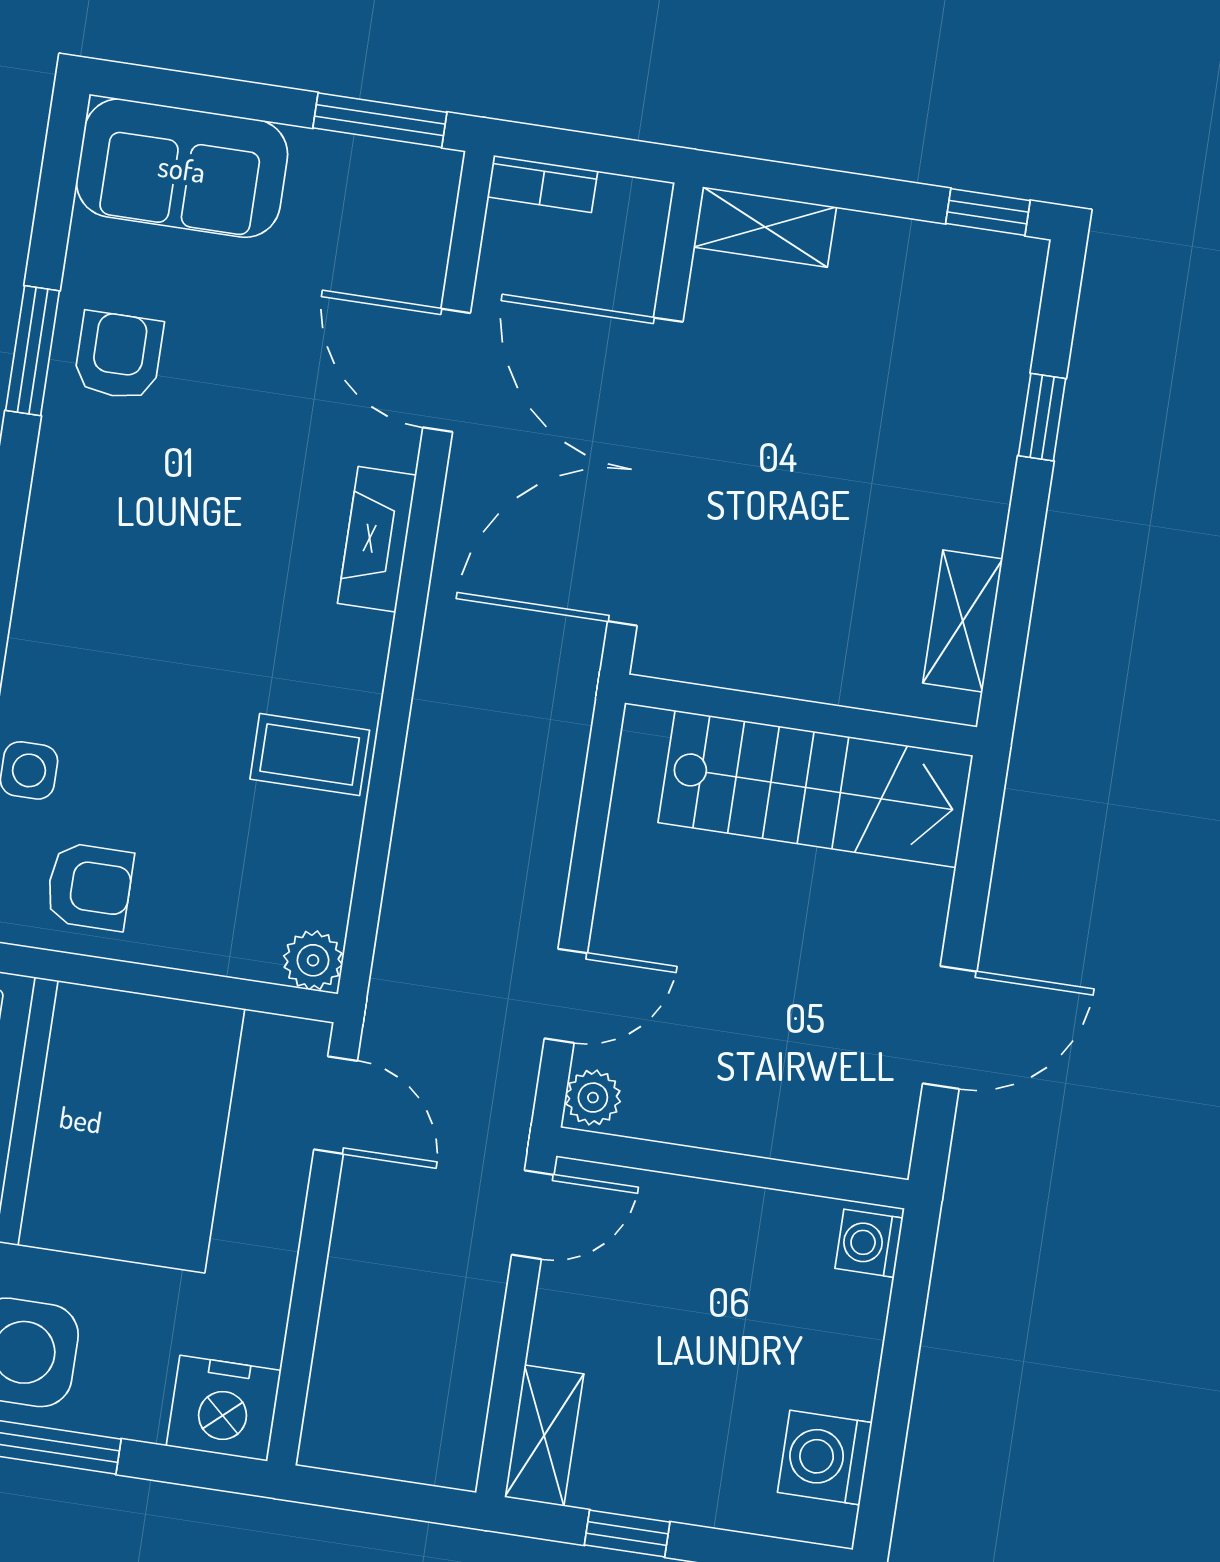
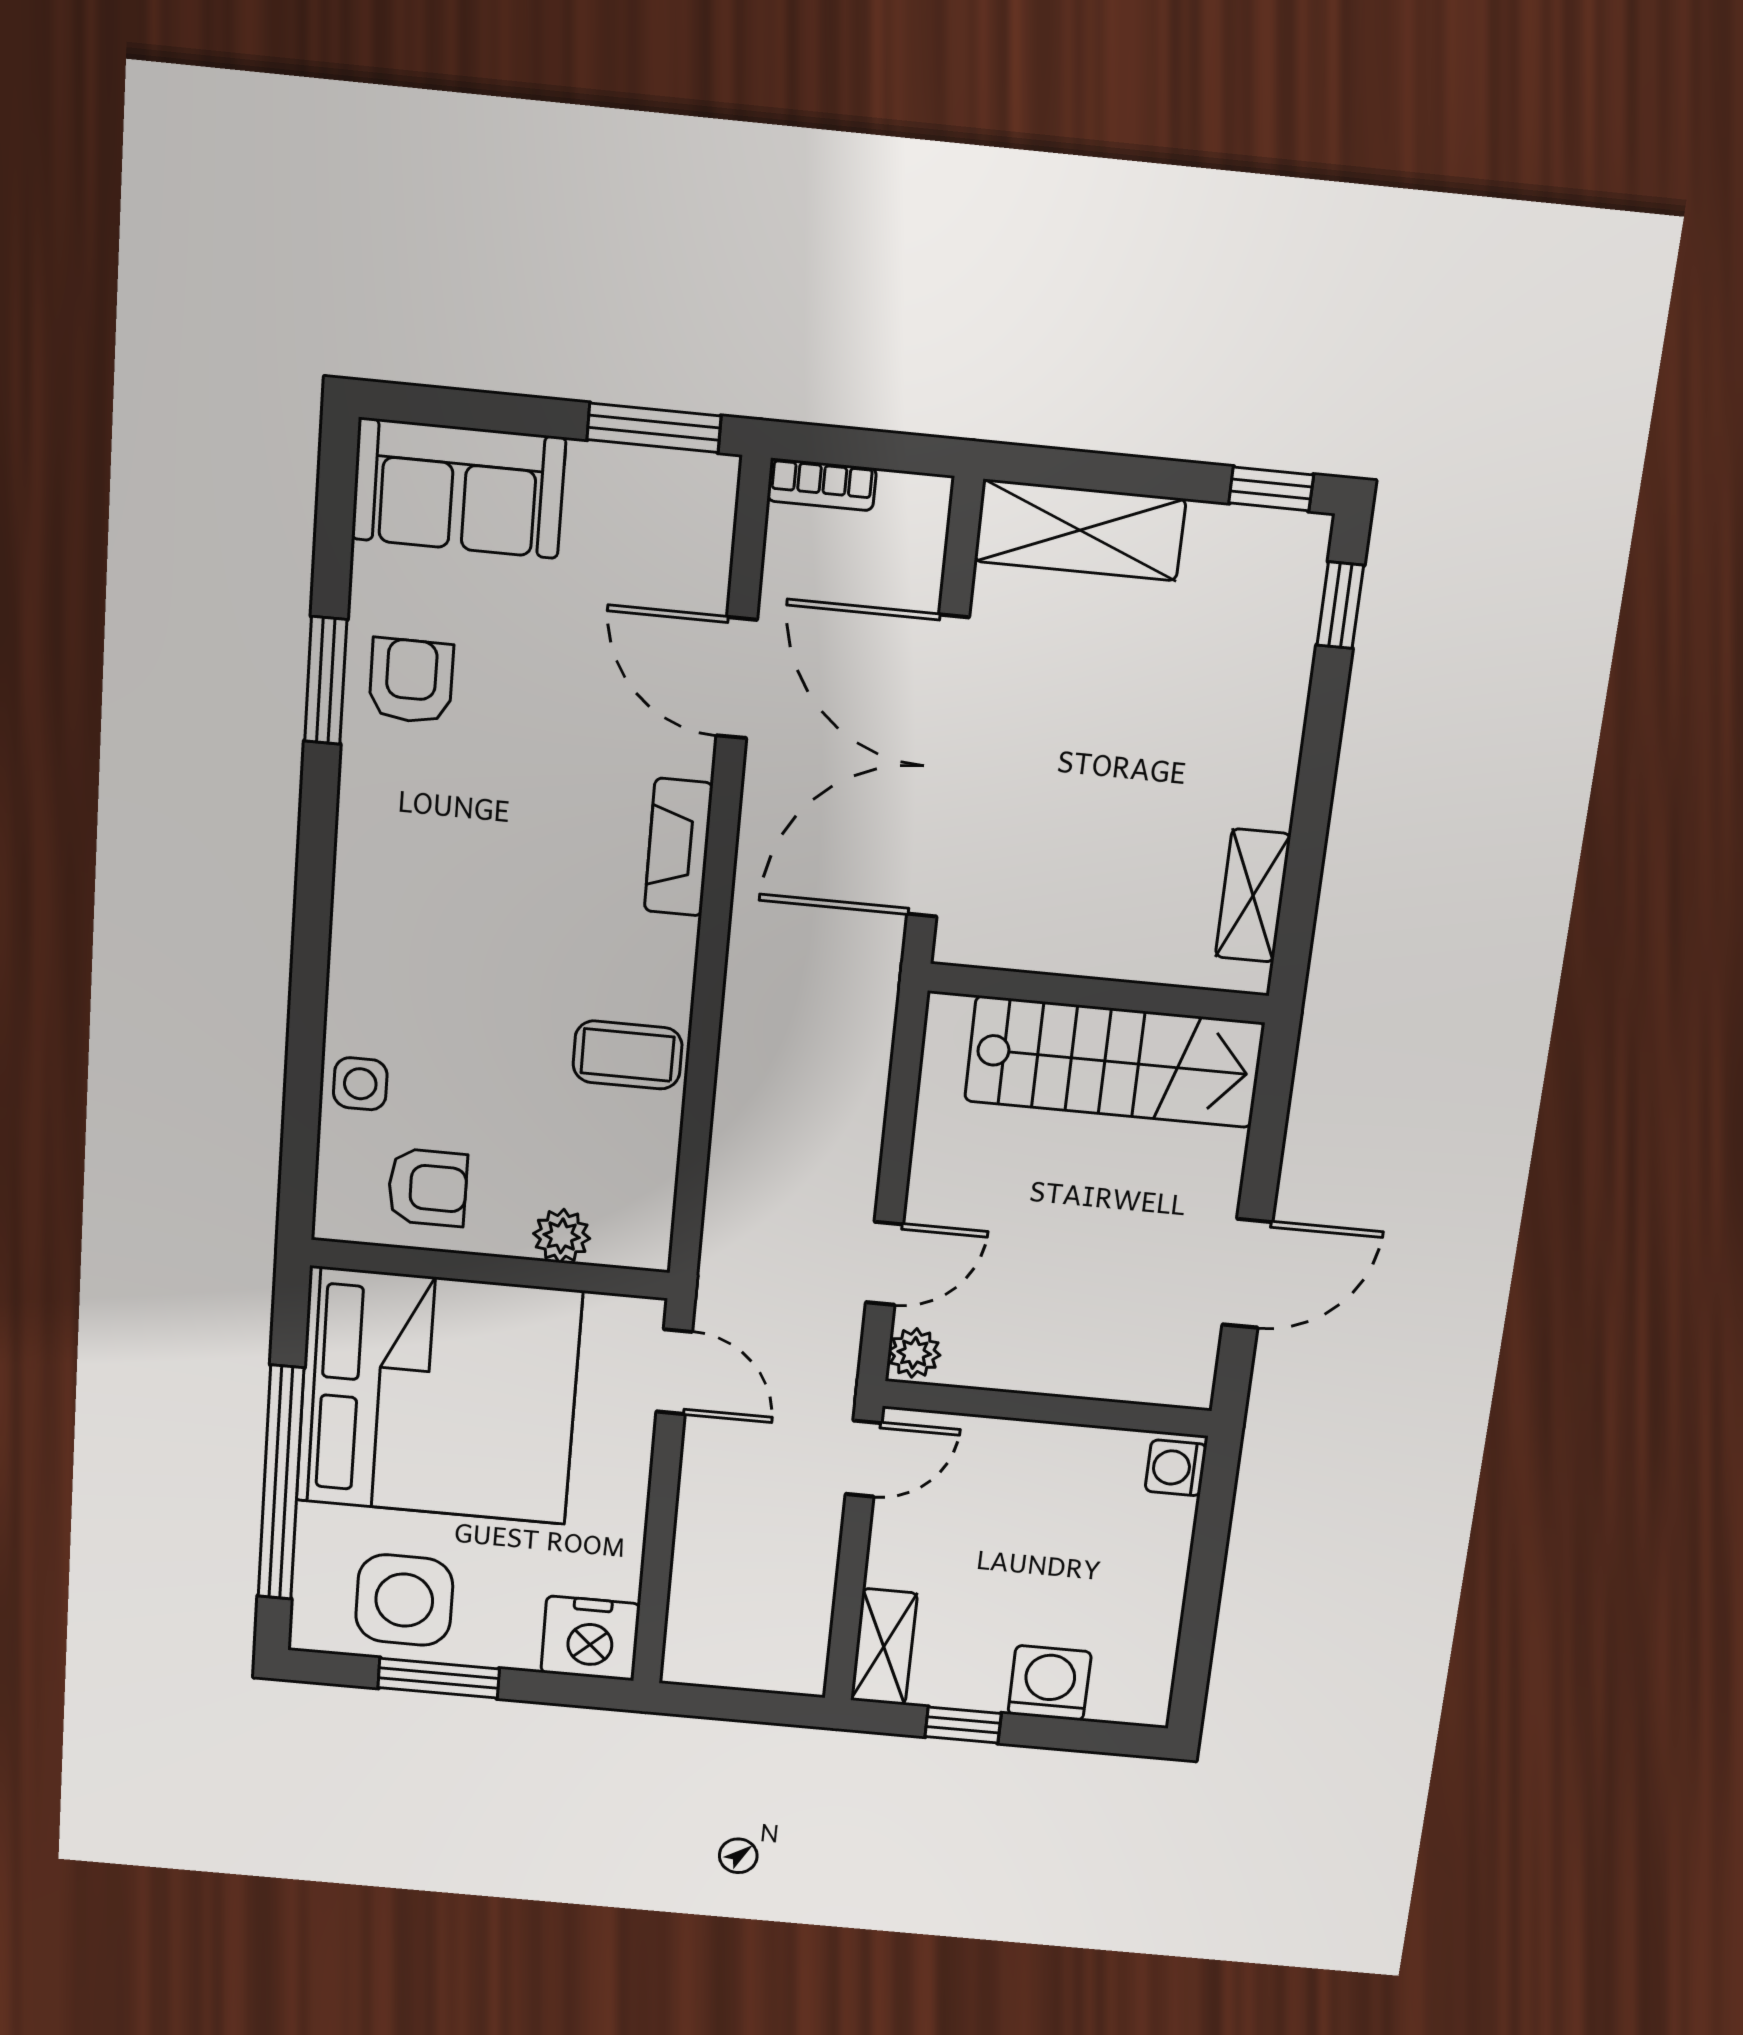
shelving: (765, 227) -> (1080, 530), width x1.50, depth x1.33
window: (1042, 417) -> (1340, 605), moved
plant: (313, 960) -> (562, 1236), moved
washing machine: (825, 1458) -> (1050, 1683), moved, turned 90

